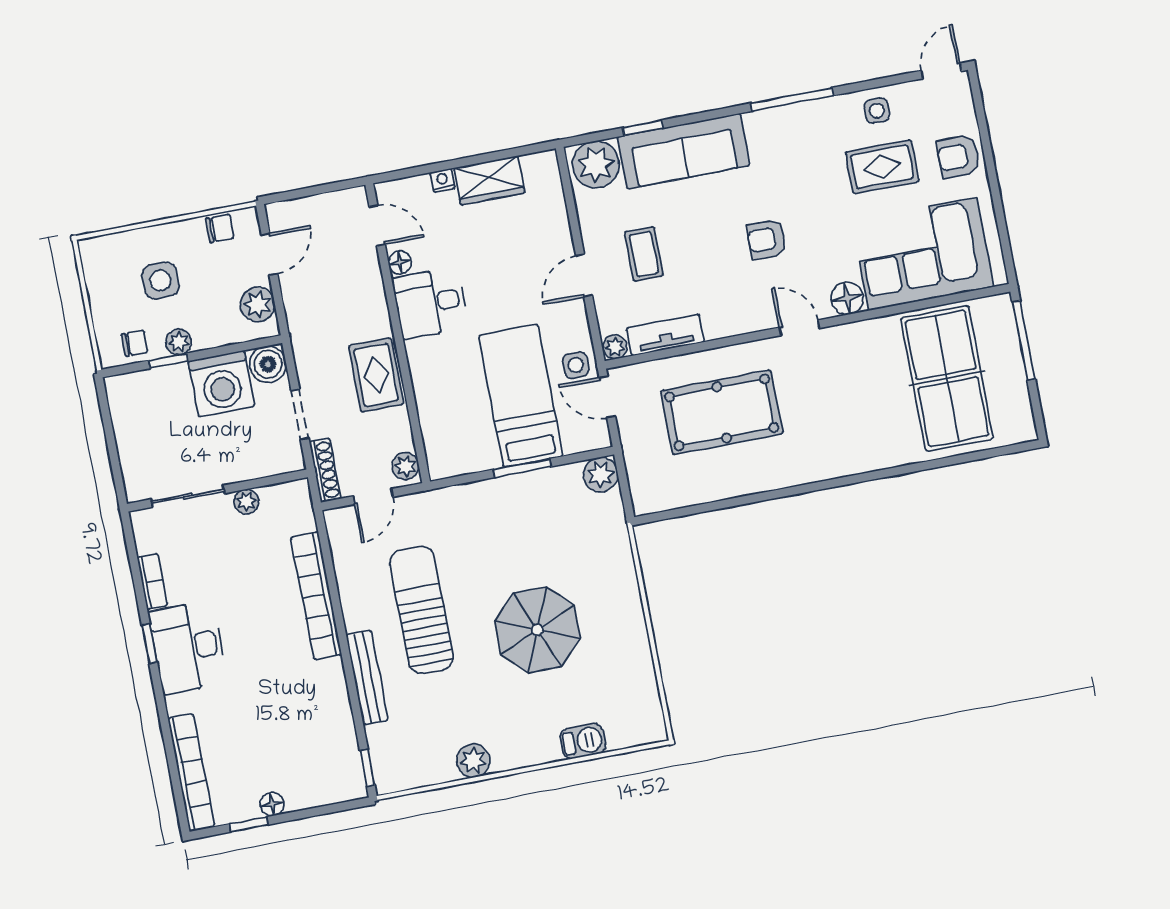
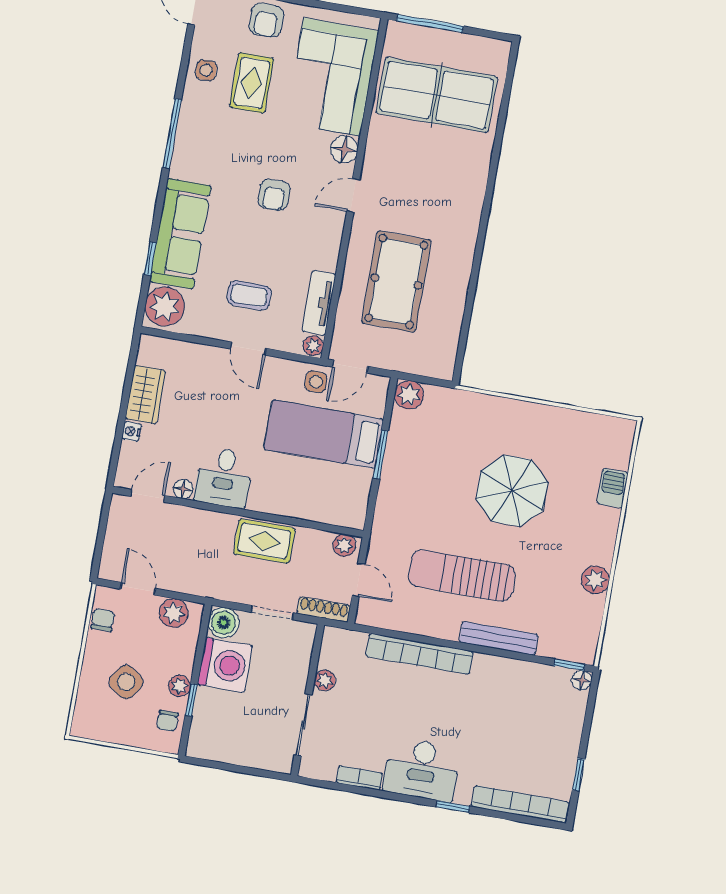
side table: (161, 281) -> (126, 682), turned 35
chair: (135, 343) -> (167, 721), turned 180
window: (150, 644) -> (453, 807), moved
floor lamp: (272, 804) -> (582, 680), moved

